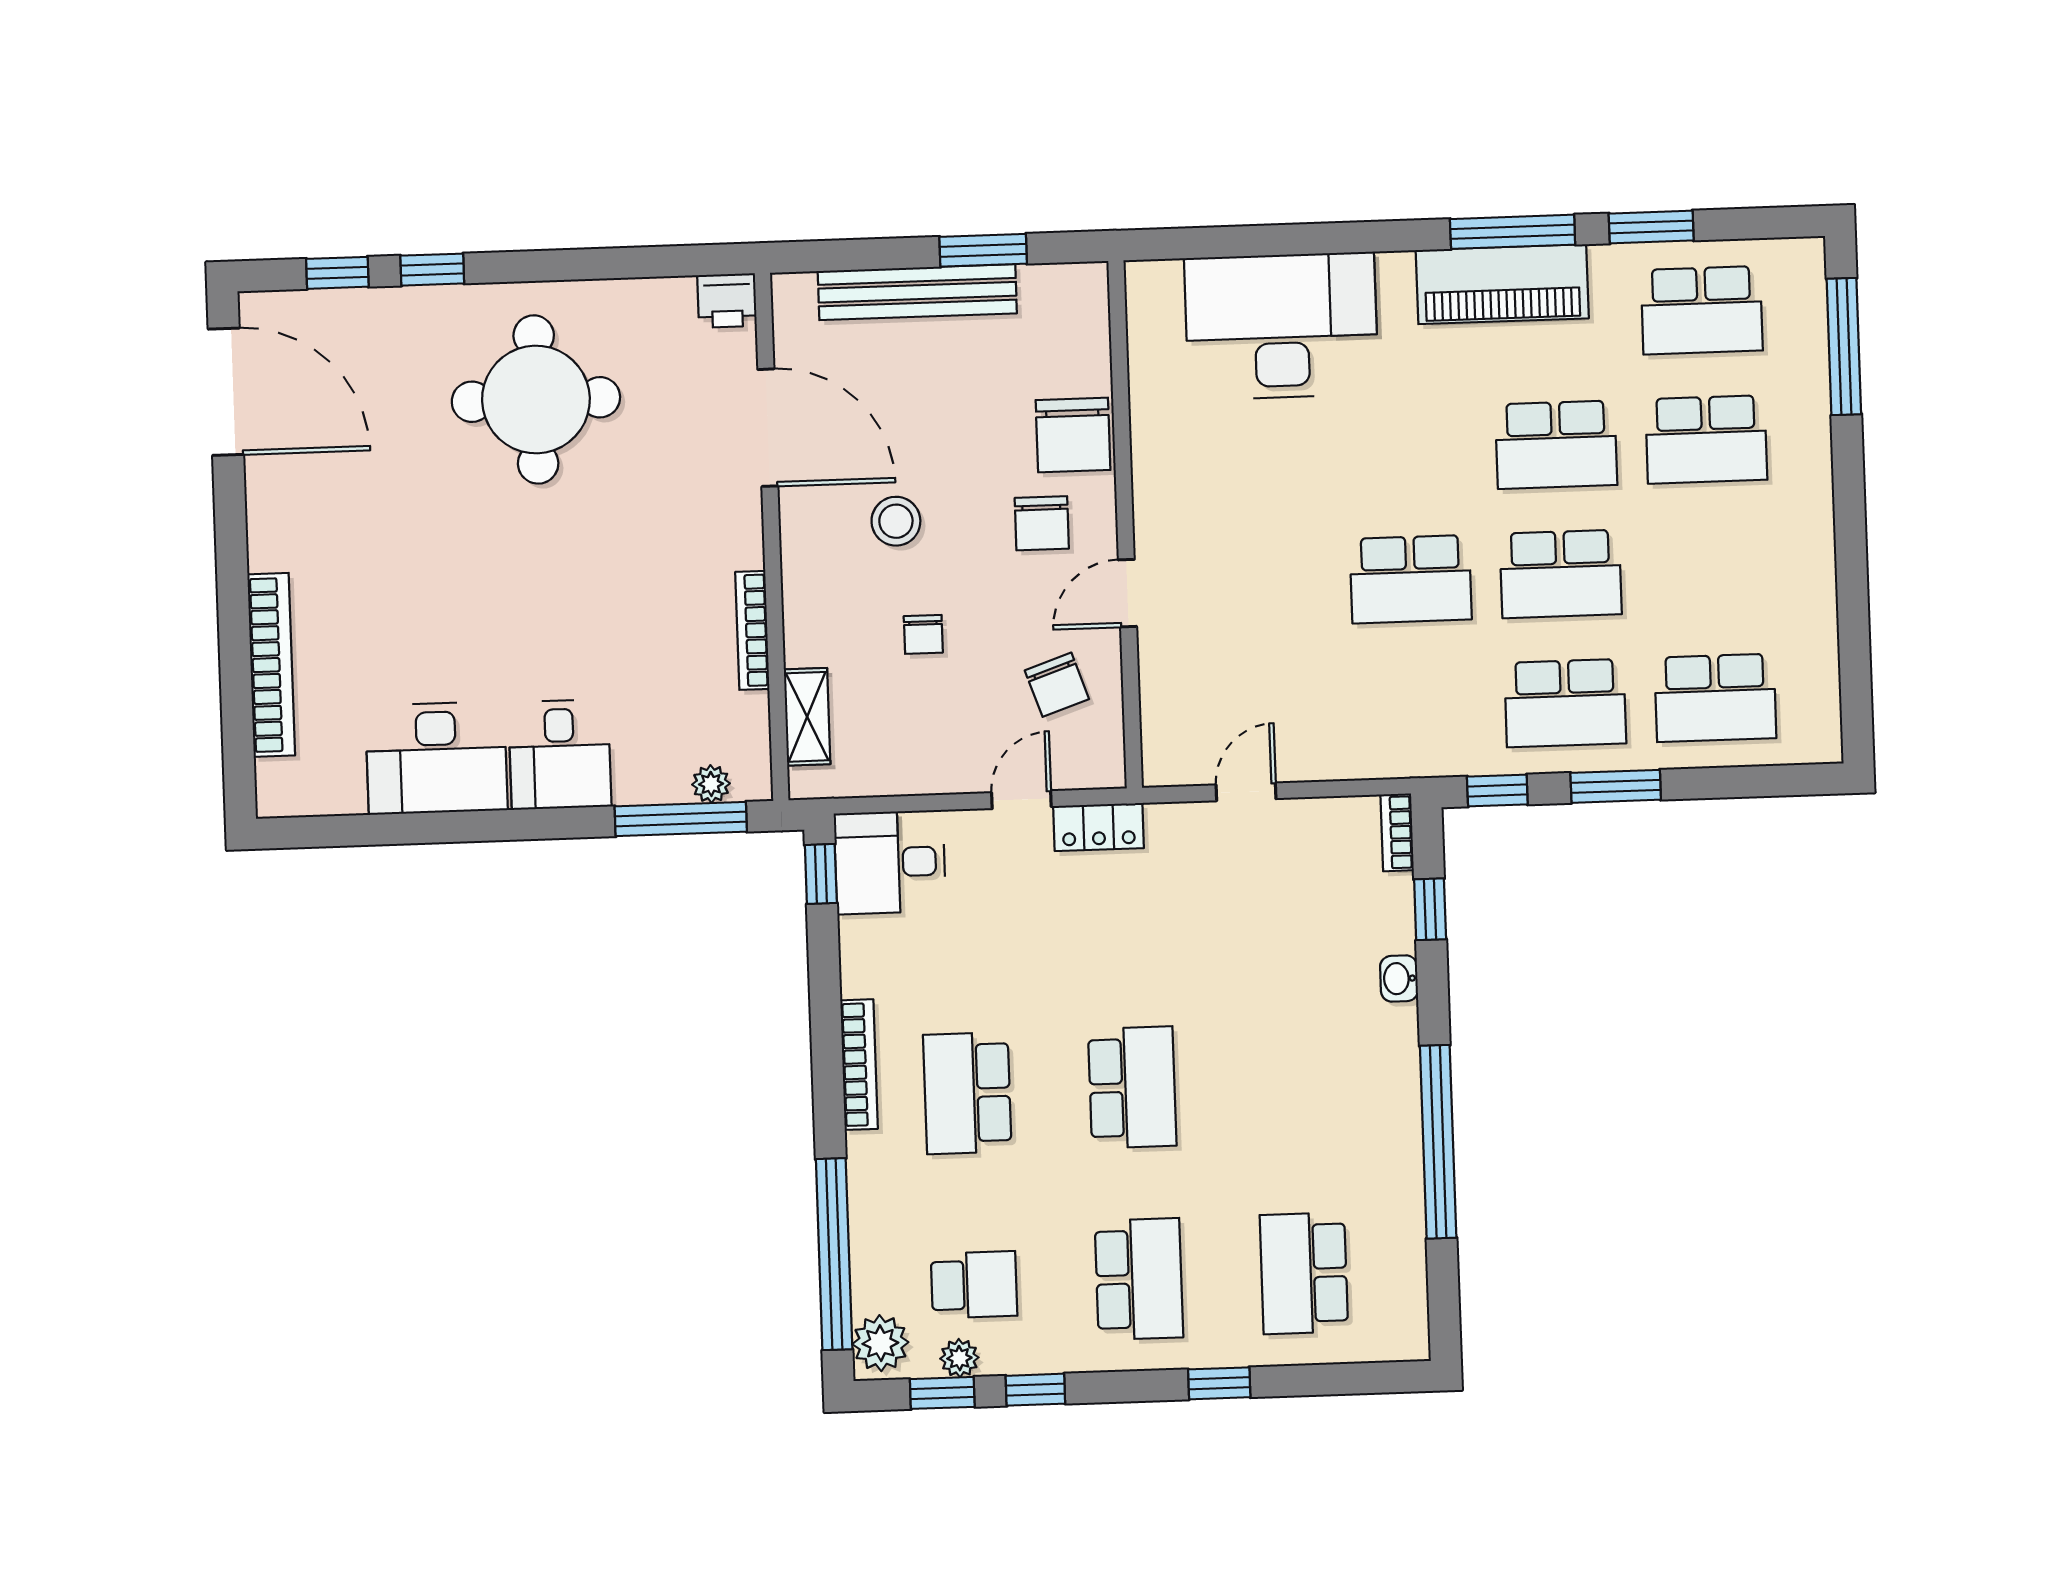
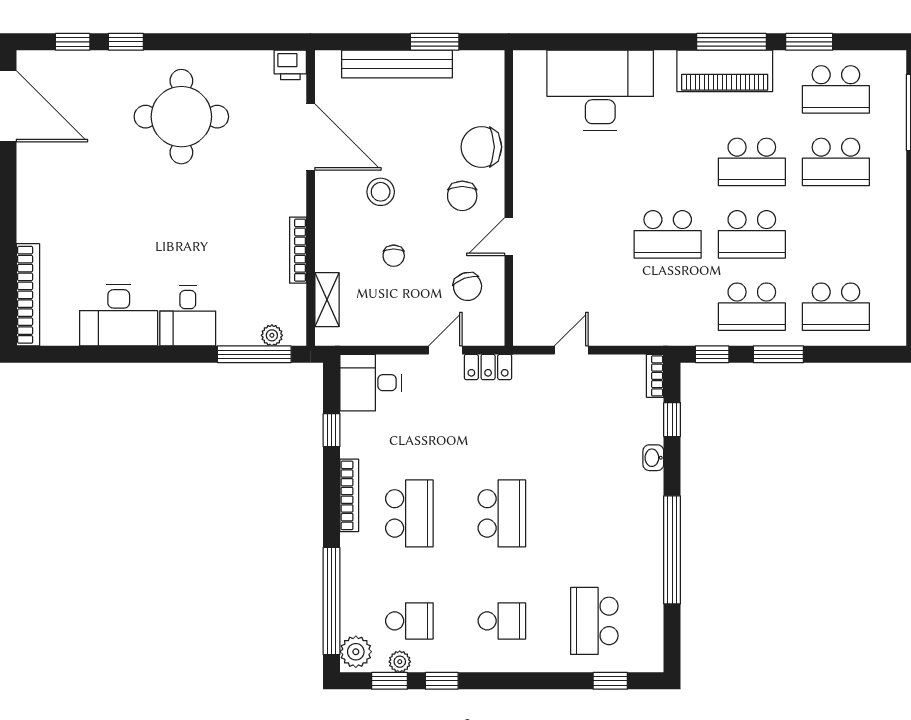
chair: (1073, 435) -> (481, 147), turned 90
bookcase: (271, 665) -> (28, 295), moved
window: (821, 874) -> (332, 430), moved
school desk: (967, 1093) -> (409, 513), turned 180
school desk: (1139, 1279) -> (502, 621), width x0.54
window: (1219, 1383) -> (610, 681), moved

